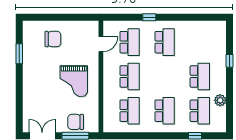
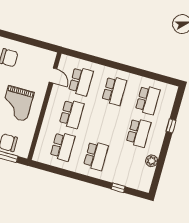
window: (149, 17) -> (106, 63), removed
door: (101, 44) -> (53, 76), hinge flipped
school desk: (200, 111) -> (148, 100), moved

